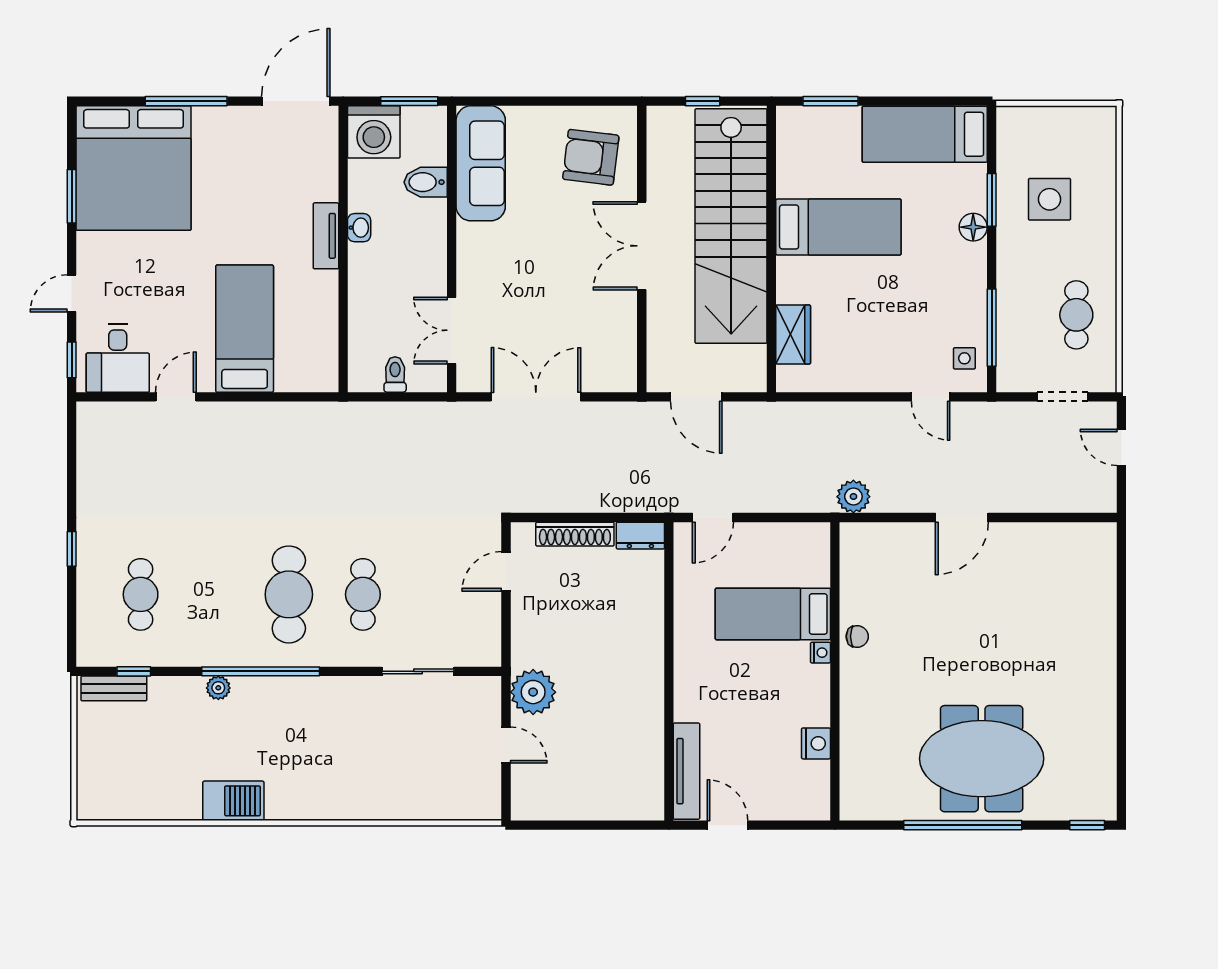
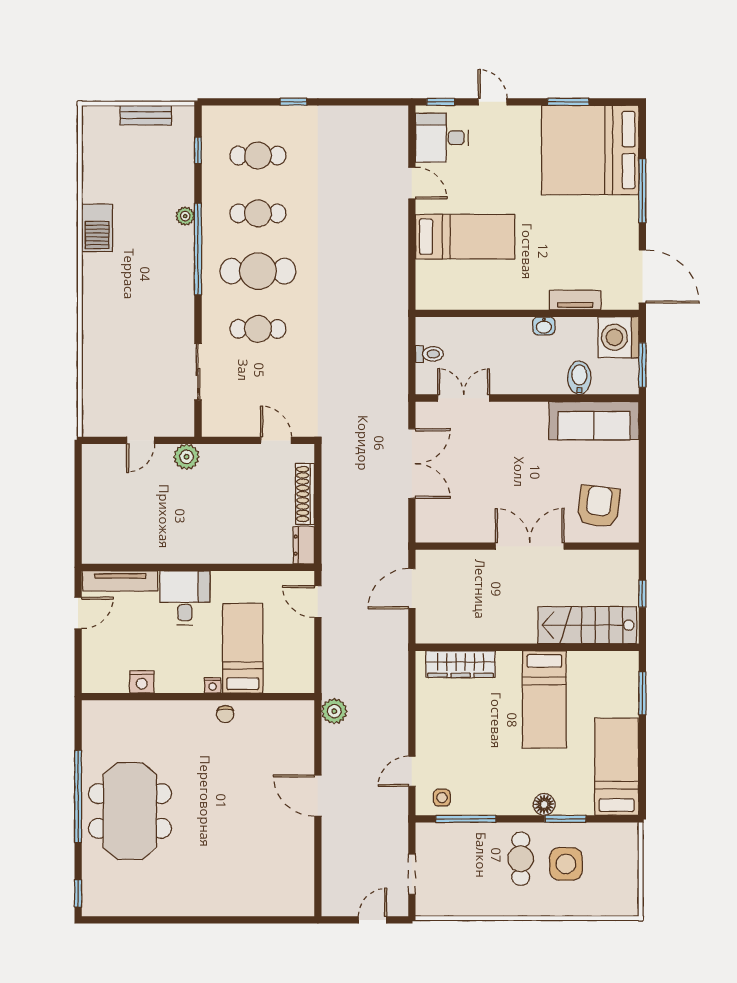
stairs: (731, 226) -> (587, 625), width x0.54, depth x0.66
tv unit: (326, 236) -> (575, 300), moved
cafe table: (1076, 315) -> (521, 859), moved, turned 90
wardrobe: (793, 335) -> (461, 664), width x1.50
cafe table: (215, 594) -> (258, 213), added
bench: (114, 688) -> (146, 115), moved, turned 90
desk: (708, 688) -> (185, 598), added
plant: (533, 692) -> (187, 457), width x0.73, depth x0.73

